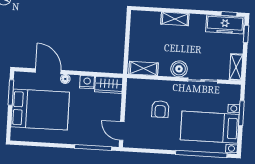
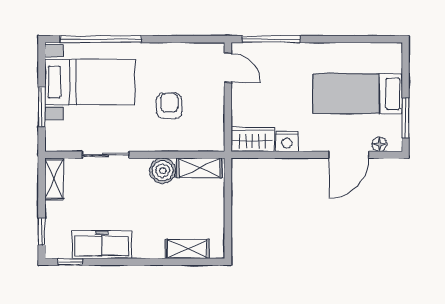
shelving: (175, 19) -> (187, 249), moved
freezer: (225, 24) -> (102, 245), moved
boiler: (179, 69) -> (163, 171), moved
door: (48, 71) -> (349, 155), hinge flipped
floor lamp: (65, 79) -> (379, 144), moved
bed: (40, 110) -> (358, 94), width x0.67

